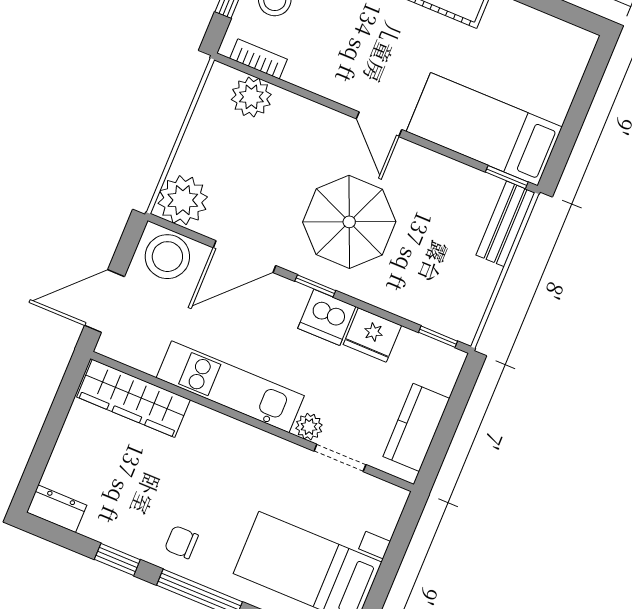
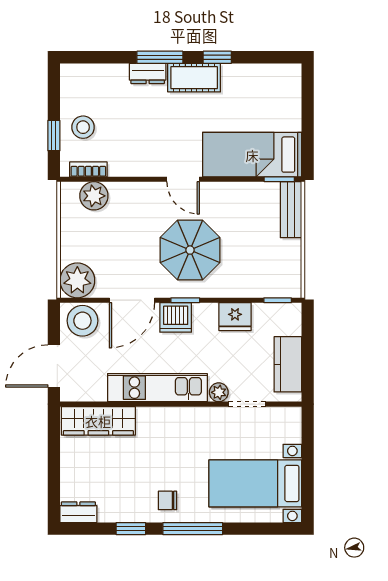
dishwasher: (327, 317) -> (176, 317), moved

